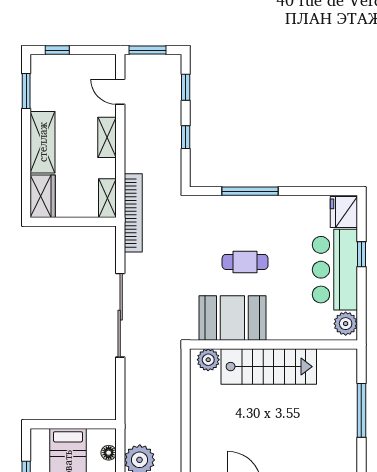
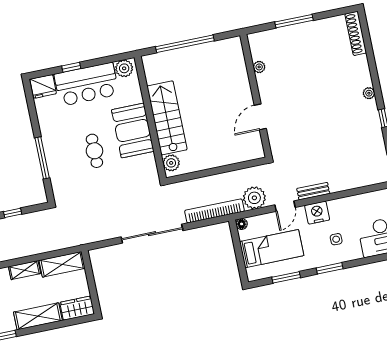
shelving: (107, 198) -> (62, 264), width x1.50, depth x1.33
bookcase: (133, 213) -> (214, 211), moved
booth: (232, 318) -> (133, 131), moved
window: (361, 410) -> (185, 44), width x1.46
floor lamp: (109, 453) -> (242, 224), moved

